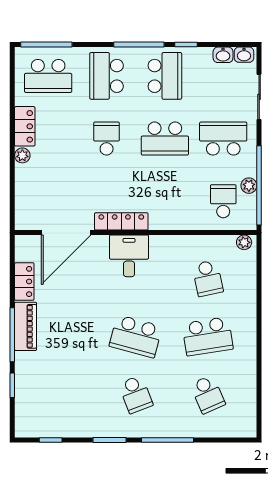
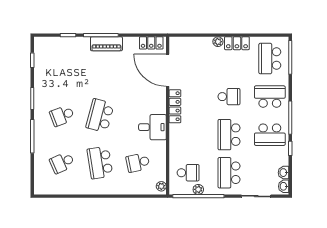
school desk: (223, 139) -> (229, 173), turned 180
desk: (129, 256) -> (152, 127), moved
locker: (24, 281) -> (151, 43), moved

